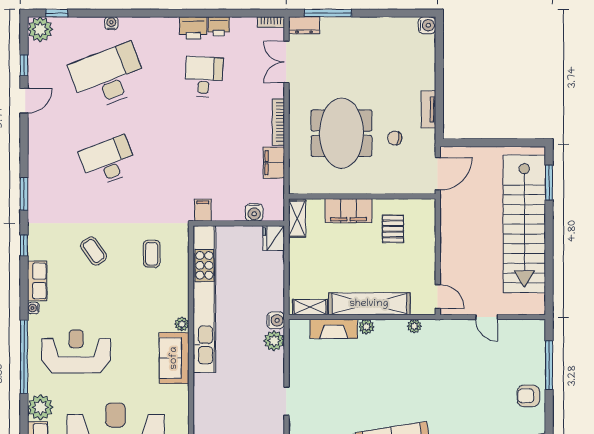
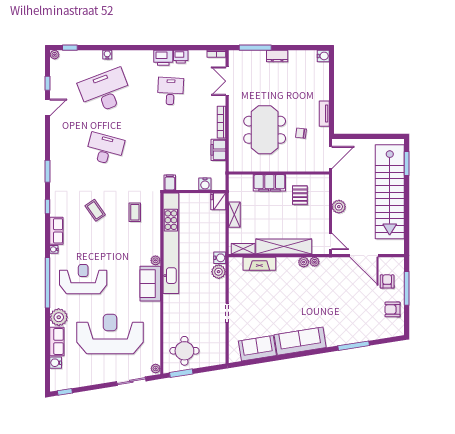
dresser: (304, 25) -> (277, 56), moved
plant: (40, 29) -> (55, 55), width x0.53, depth x0.53
desk: (108, 161) -> (105, 149), turned 36
shelving: (297, 218) -> (234, 215), moved
plant: (450, 246) -> (339, 207), added
door: (487, 317) -> (364, 256), width x1.87
plant: (366, 327) -> (304, 262), moved
armchair: (520, 355) -> (387, 281), added

